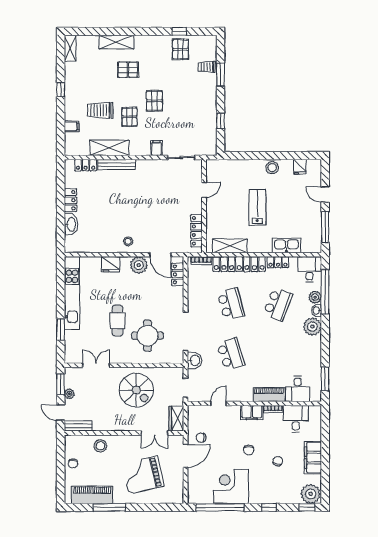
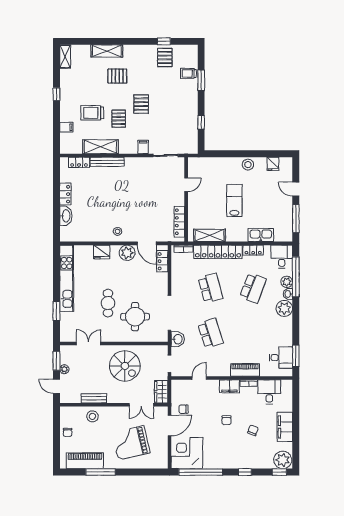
desk: (298, 389) -> (281, 358), moved, turned -90
bench: (78, 426) -> (94, 398), moved
corner desk: (231, 486) -> (187, 453), moved

